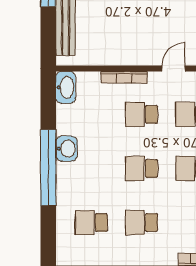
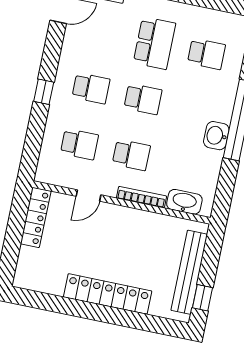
washbasin: (66, 87) -> (184, 202), moved, turned 90
school desk: (142, 223) -> (154, 43), width x1.85

